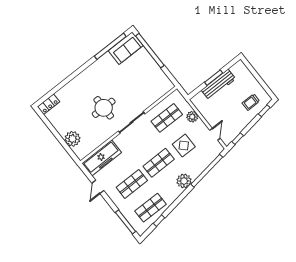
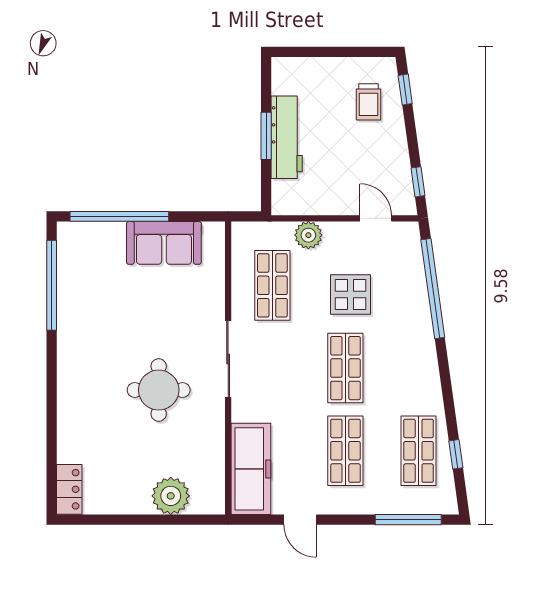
sofa: (126, 48) -> (164, 243), moved, turned 90
plant: (184, 181) -> (418, 347), removed

